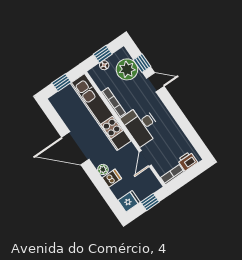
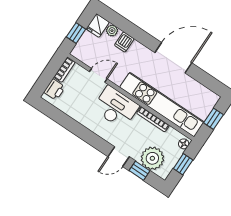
floor lamp: (104, 65) -> (184, 144), moved
door: (145, 159) -> (98, 75), hinge flipped
plant: (103, 169) -> (112, 31), moved

